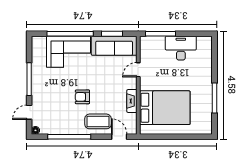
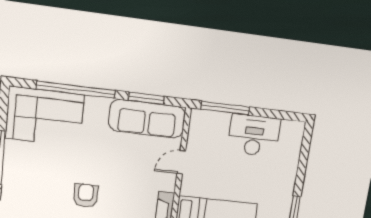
corner sofa: (69, 52) -> (45, 117), moved
armchair: (82, 97) -> (86, 196), turned 90

